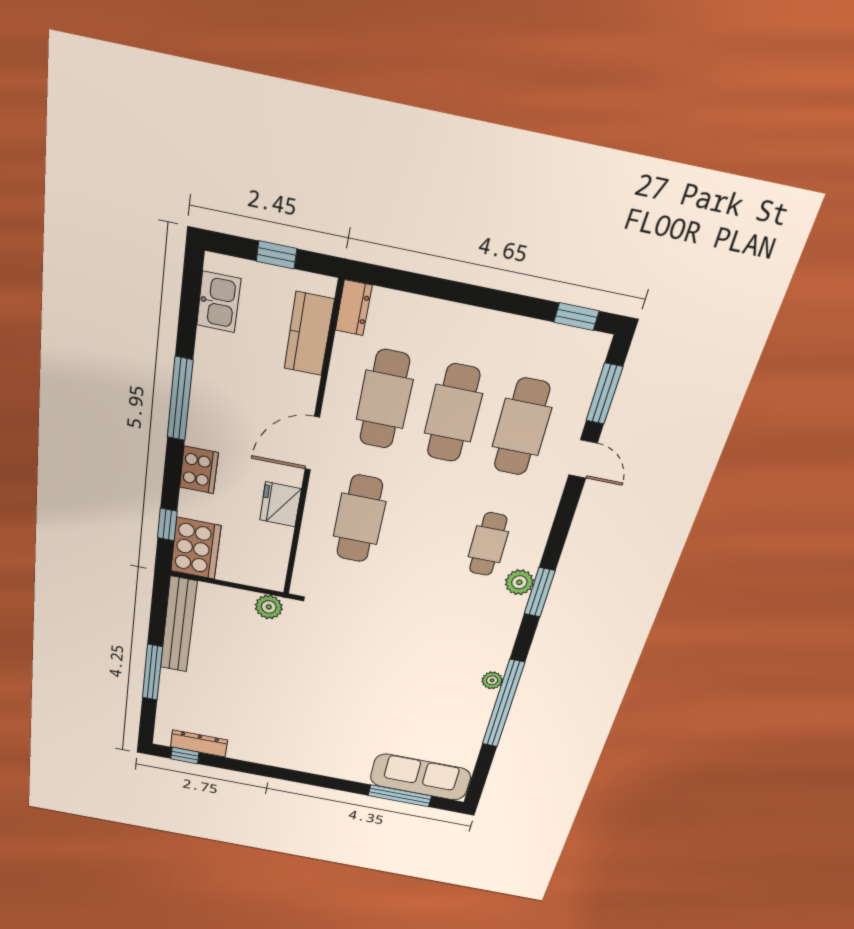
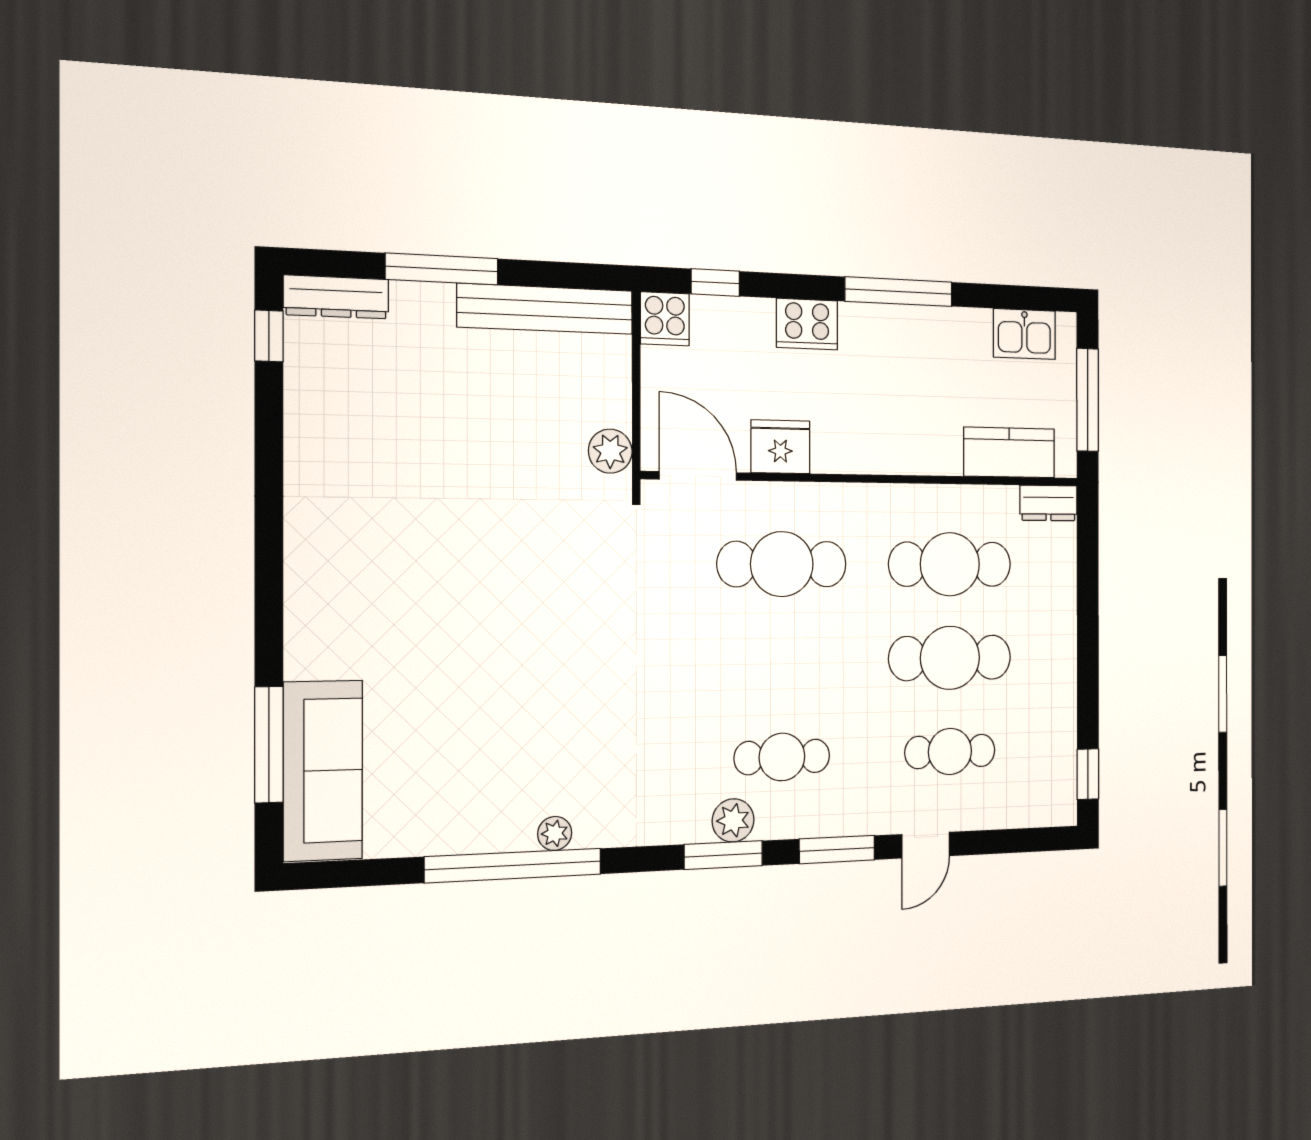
window: (277, 255) -> (1088, 400), width x2.17
window: (604, 394) -> (837, 849), moved
cafe table: (522, 427) -> (950, 751), width x0.73, depth x0.74
door: (312, 443) -> (698, 476), moved
cooker: (196, 548) -> (665, 319), width x0.53, depth x0.76
dresser: (199, 743) -> (336, 297), moved, turned 90

